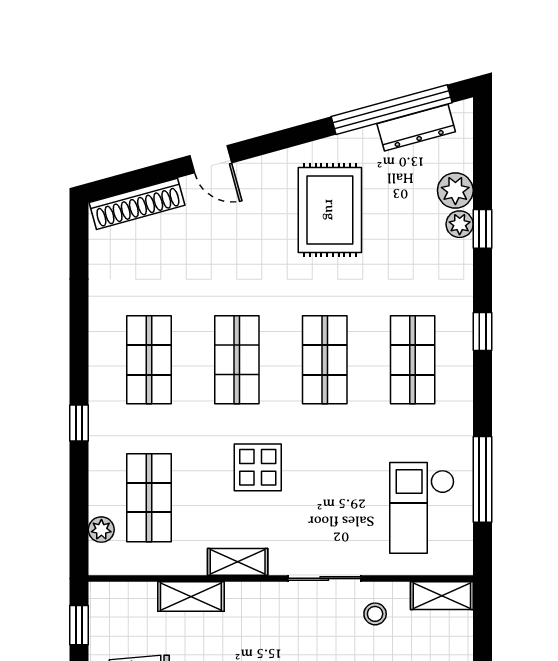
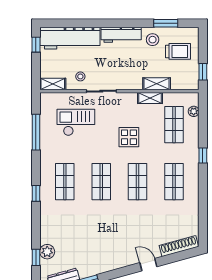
rug: (330, 210) -> (99, 244), removed
plant: (460, 224) -> (45, 238), removed
window: (482, 229) -> (36, 257), moved
checkout: (422, 508) -> (76, 122), moved, turned -90
shelving: (238, 562) -> (150, 98), moved

